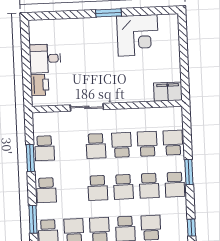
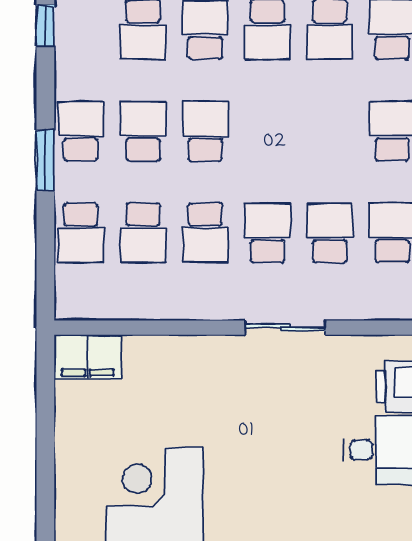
school desk: (98, 188) -> (330, 233), moved

